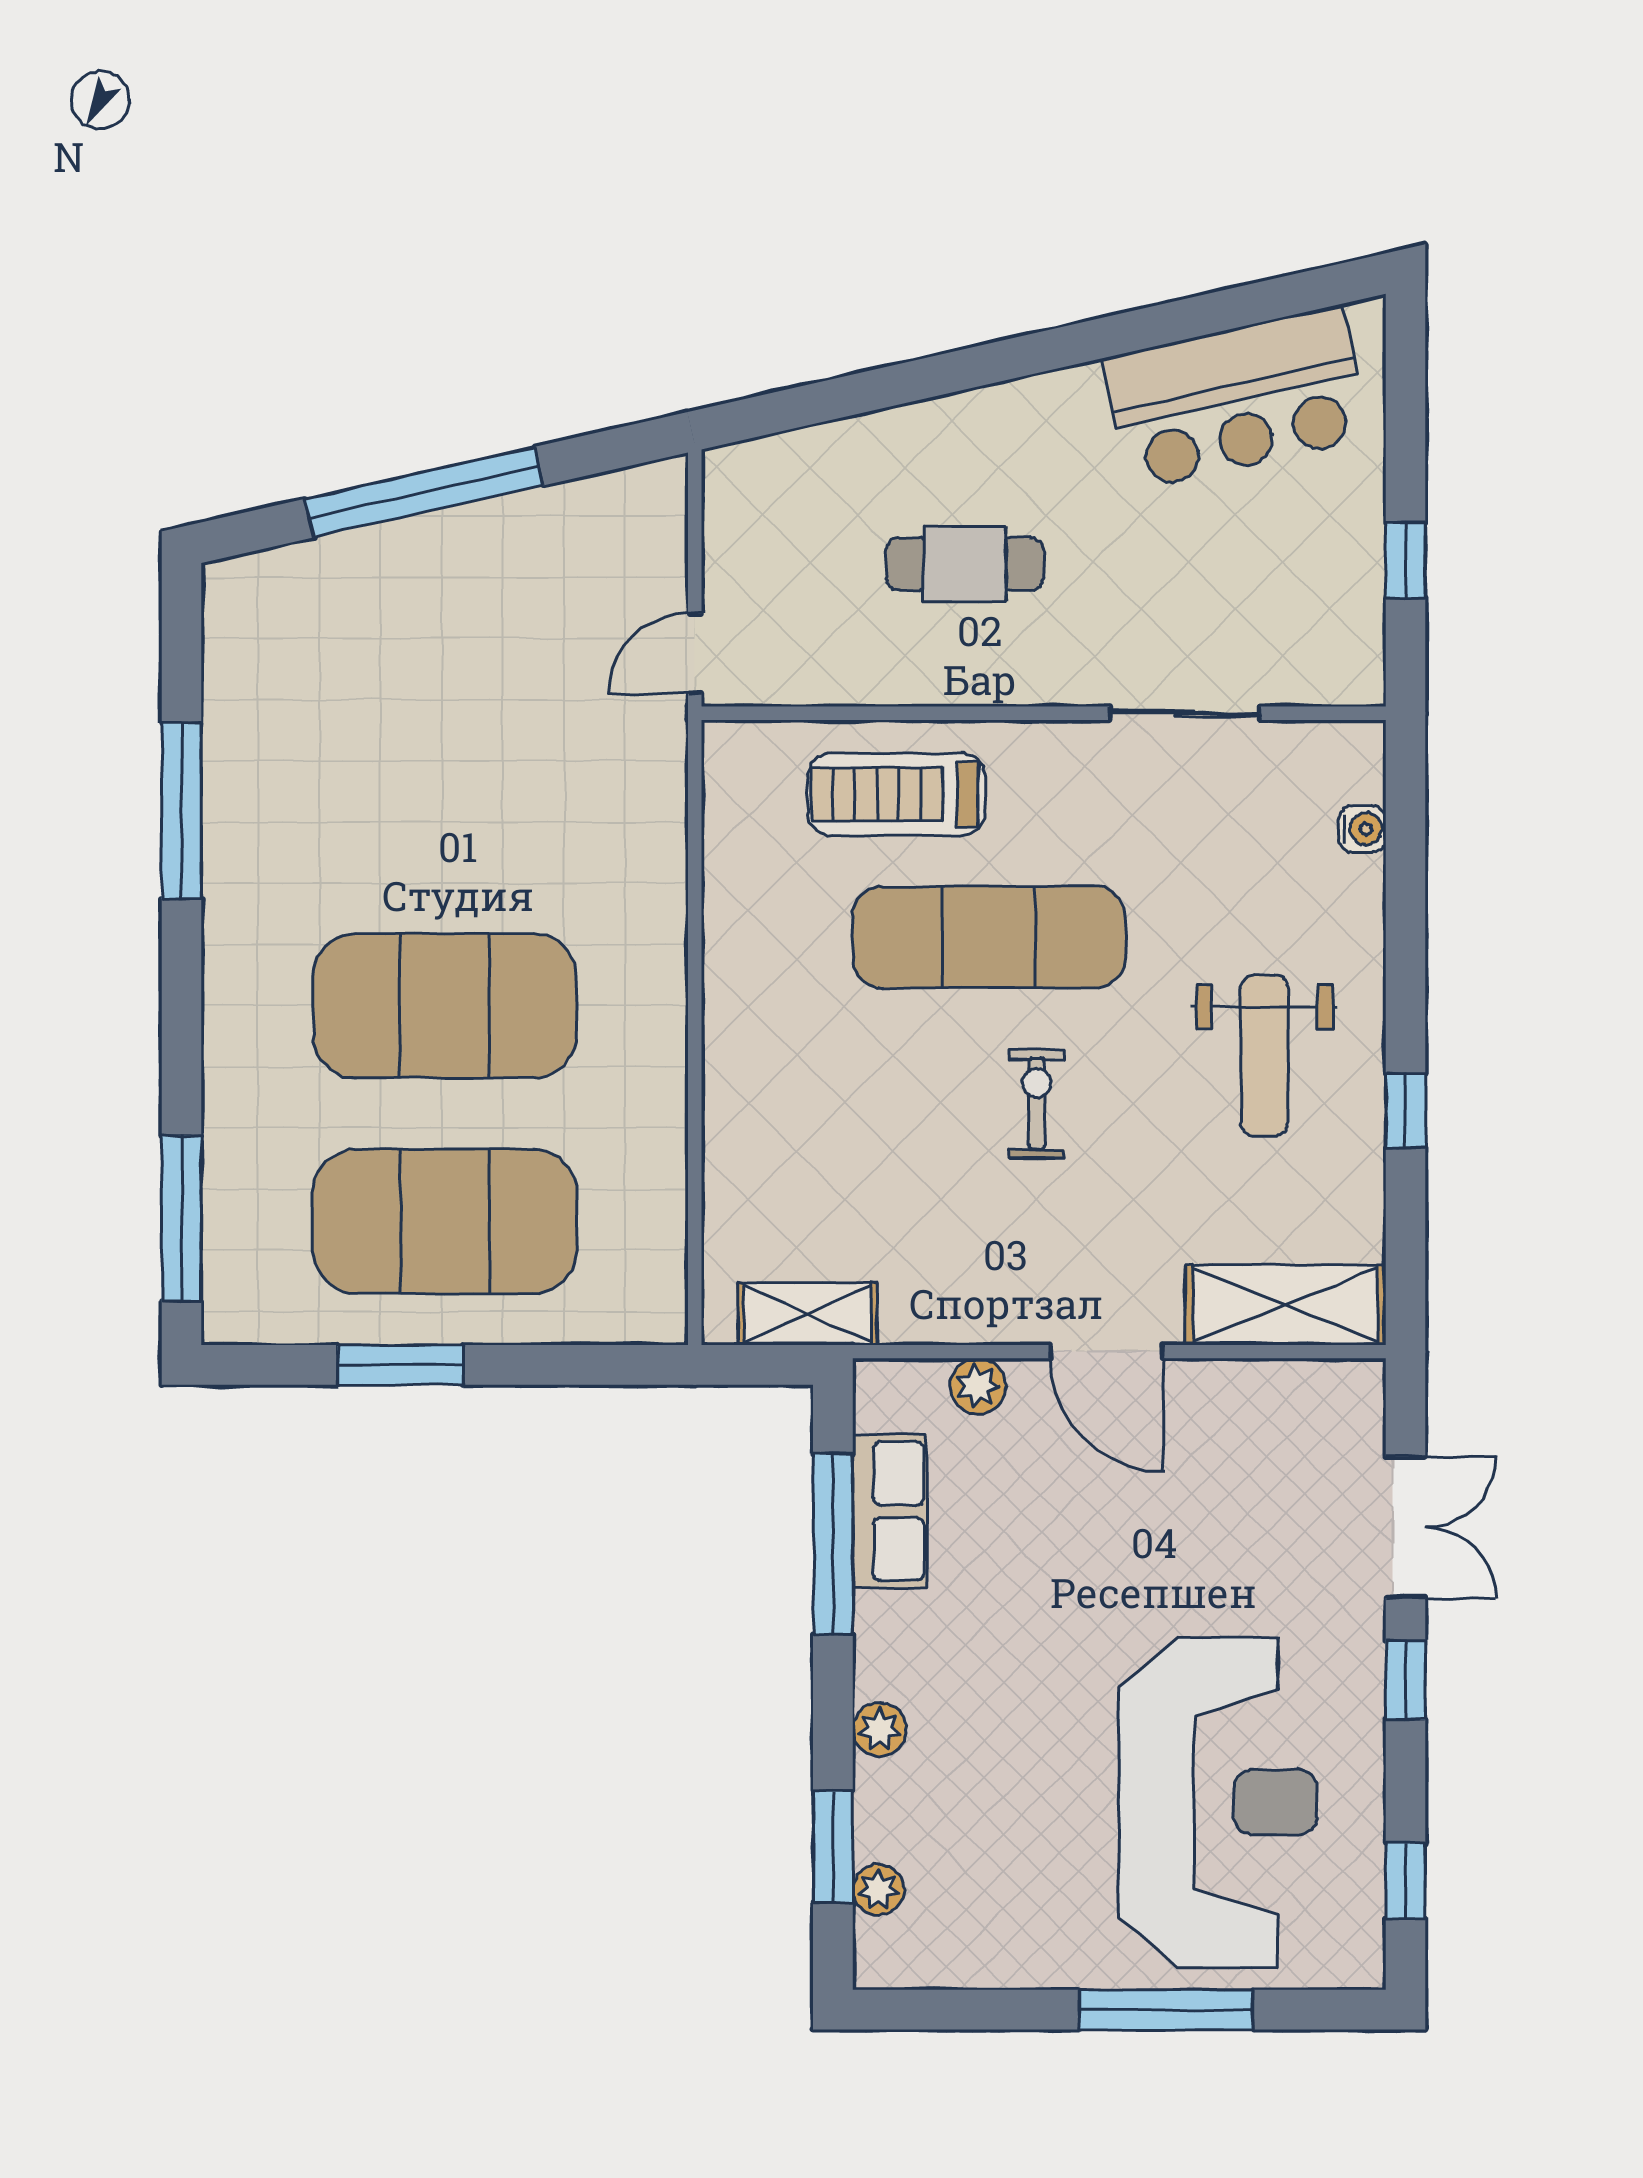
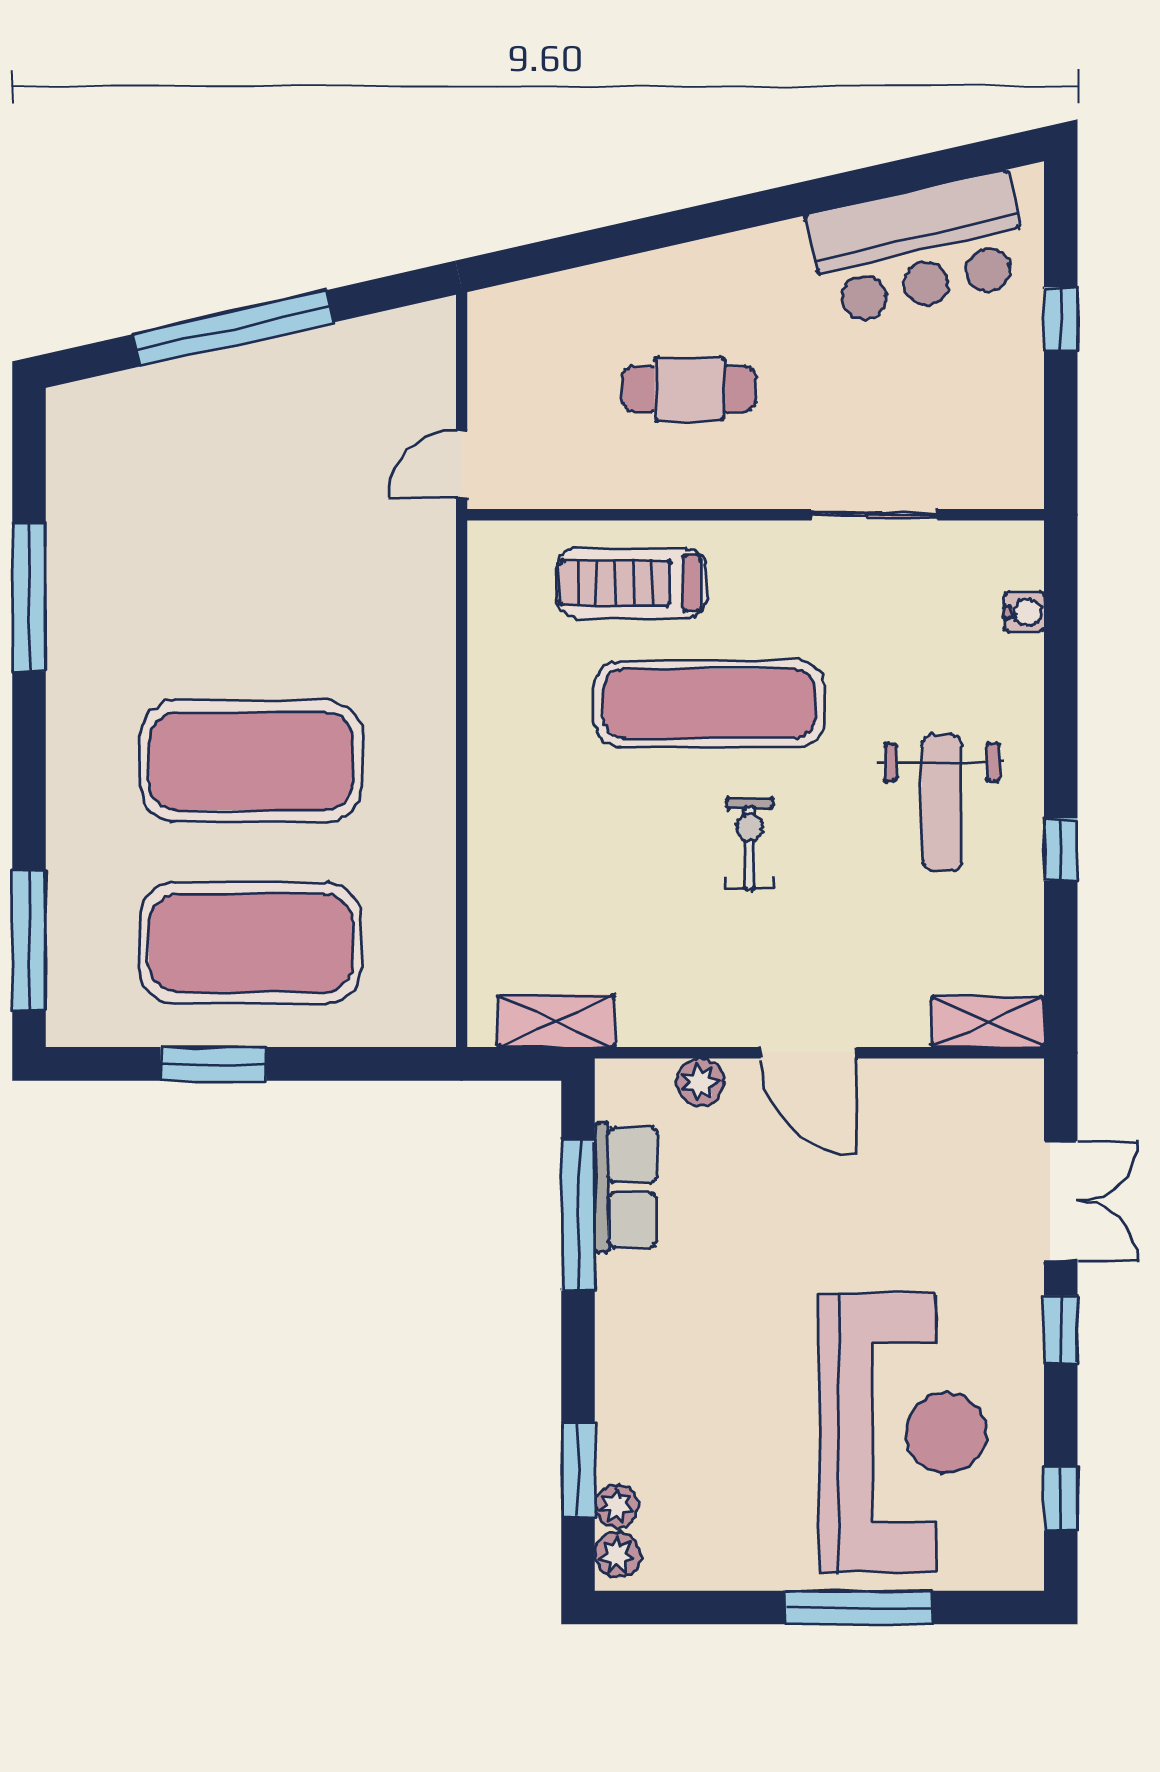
window: (1406, 561) -> (1061, 319), moved
shelving: (1285, 1305) -> (988, 1022), width x0.67, depth x0.75
plant: (880, 1729) -> (617, 1555), moved

